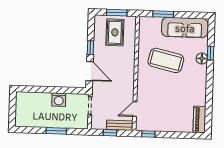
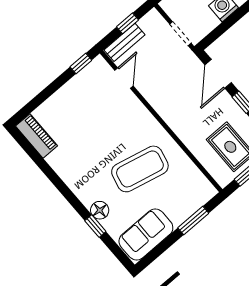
sofa: (185, 28) -> (146, 235), width x0.73
door: (90, 71) -> (218, 74), hinge flipped

